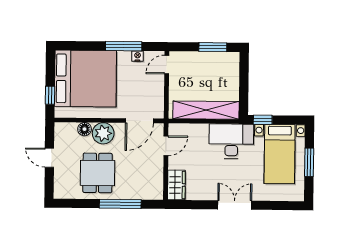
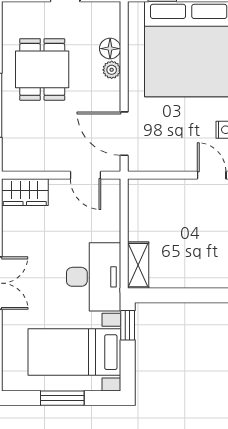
shelving: (206, 110) -> (138, 265), width x0.45, depth x0.75
plant: (103, 133) -> (112, 70), width x0.53, depth x0.53
dining table: (98, 173) -> (42, 69), turned 90

